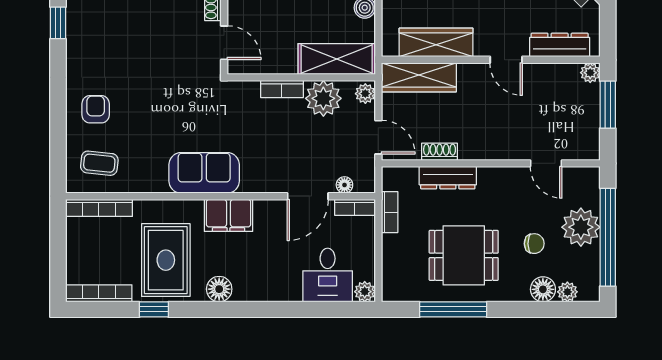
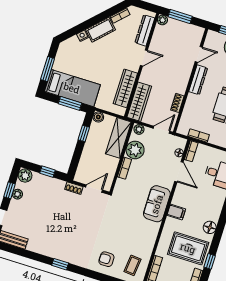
sofa: (204, 173) -> (157, 204), moved
dresser: (448, 178) -> (198, 80), moved
filing cabinet: (229, 215) -> (176, 212), width x0.50

